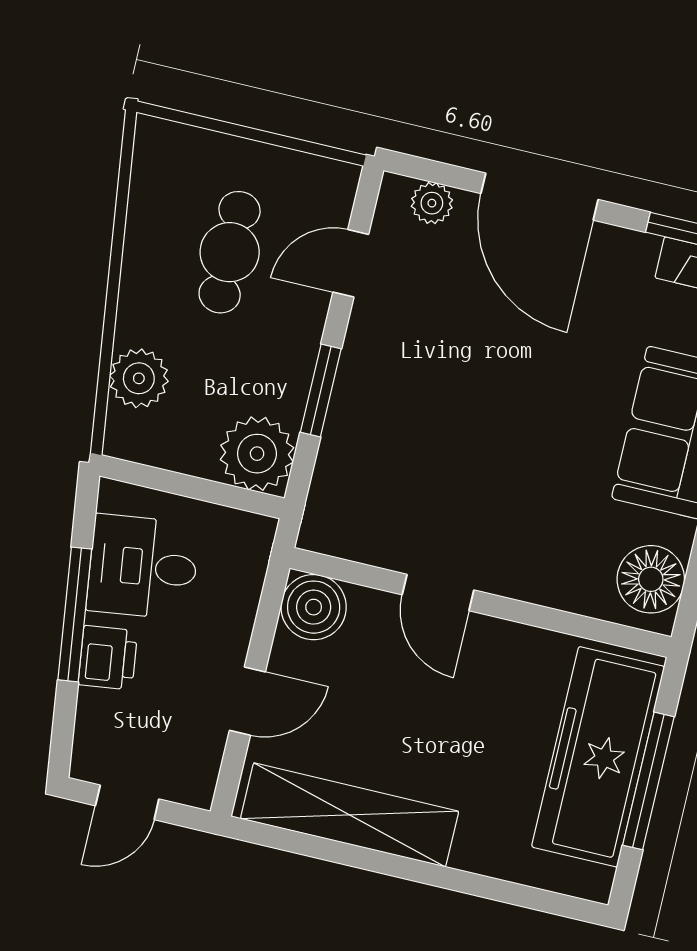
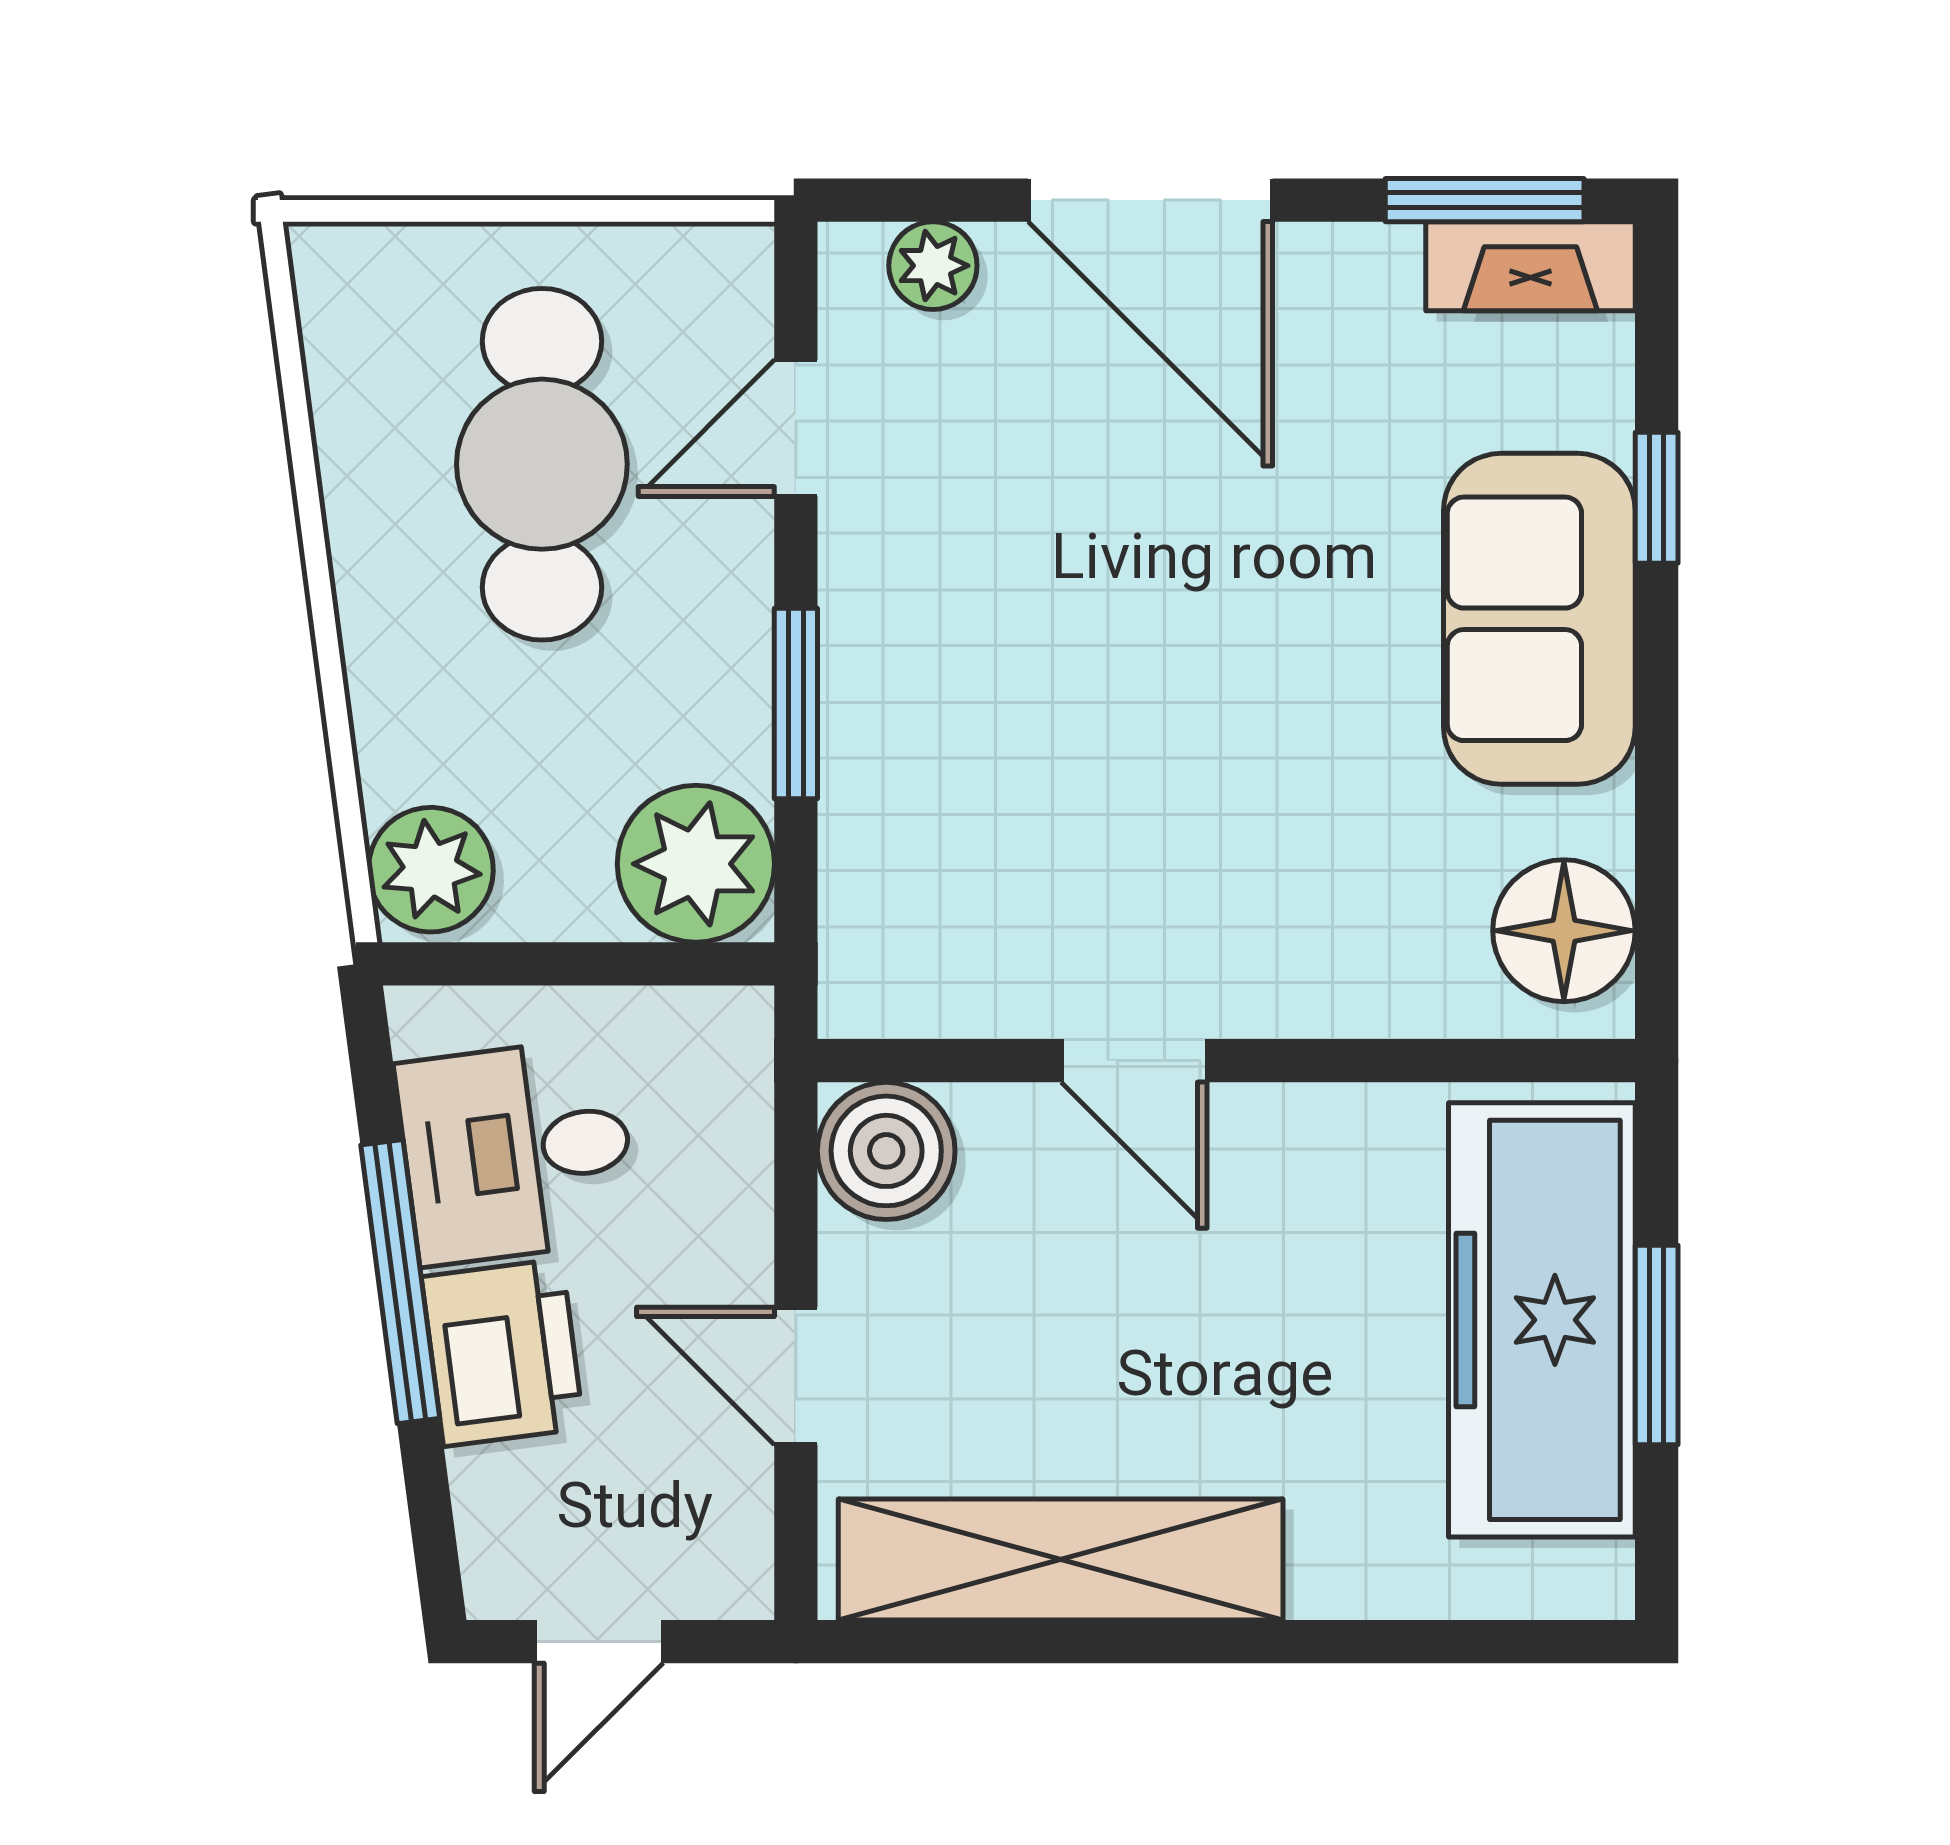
cafe table: (230, 252) -> (542, 464), width x1.37, depth x1.35
plant: (139, 378) -> (431, 870), moved
printer: (108, 658) -> (503, 1352), width x1.36, depth x1.24
door: (247, 701) -> (796, 1376), swing flipped
window: (648, 781) -> (1657, 1345), width x0.69

